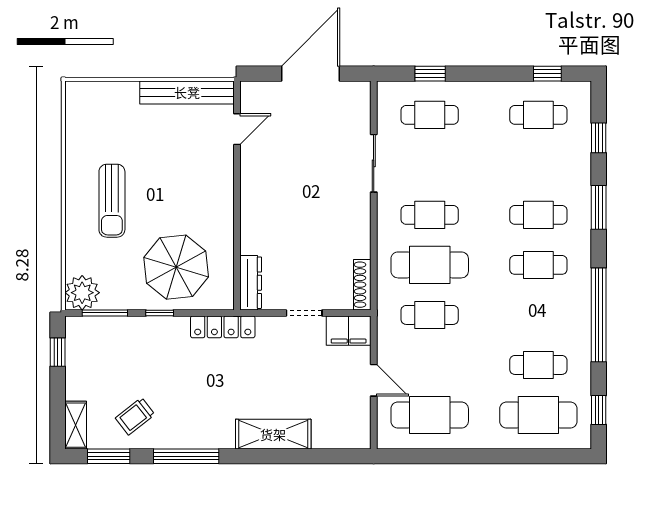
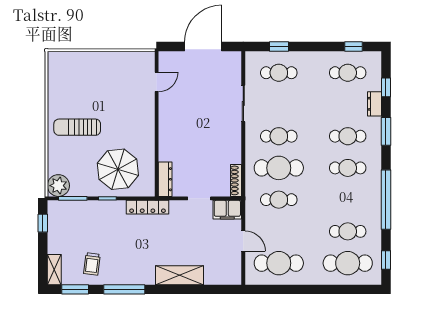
bench: (187, 92) -> (125, 59), removed
dresser: (581, 164) -> (375, 104), added
sun lounger: (112, 201) -> (77, 127), turned 90
trolley: (135, 416) -> (92, 264), turned -45

